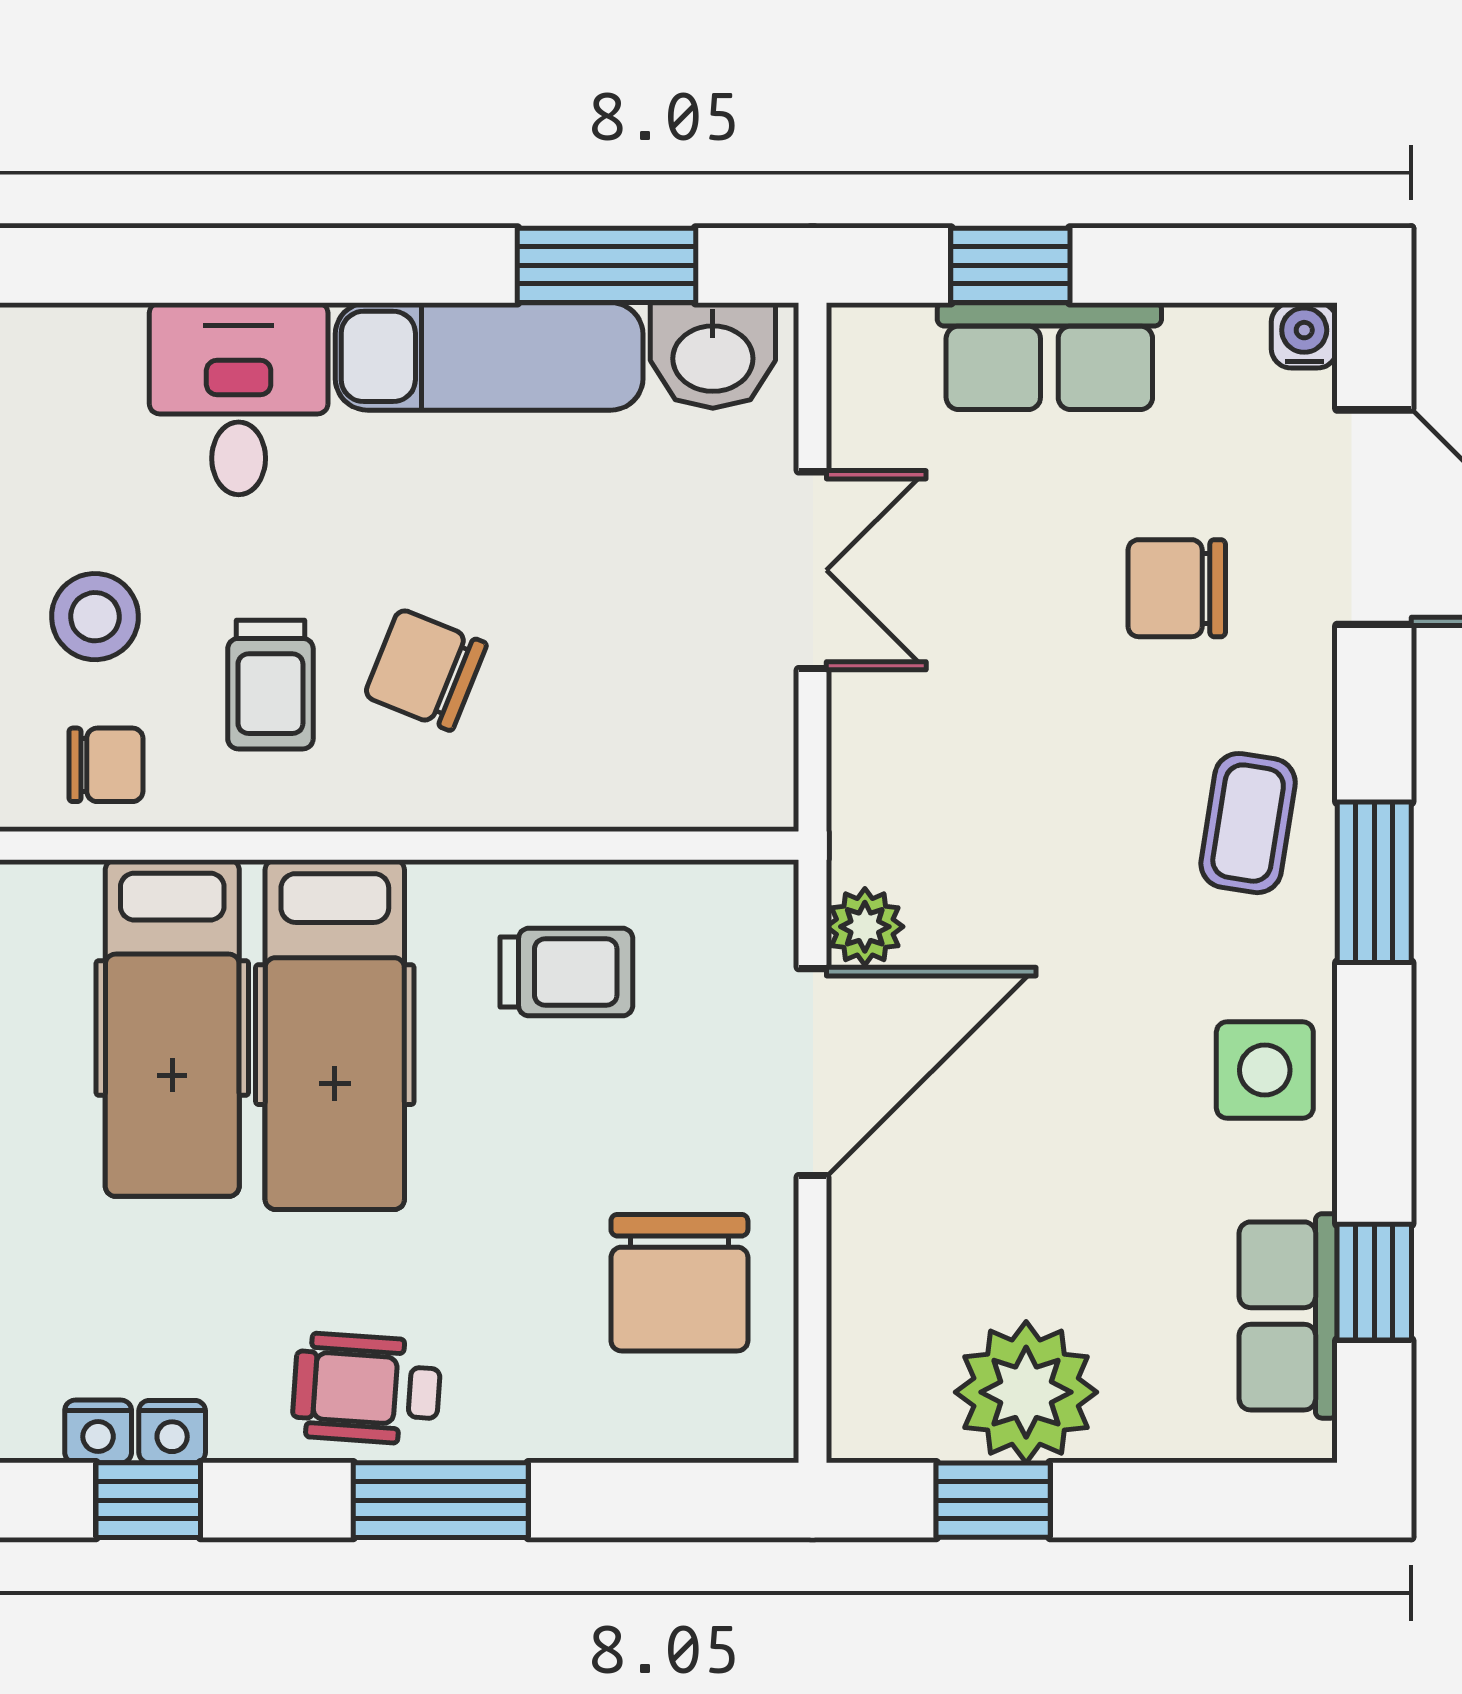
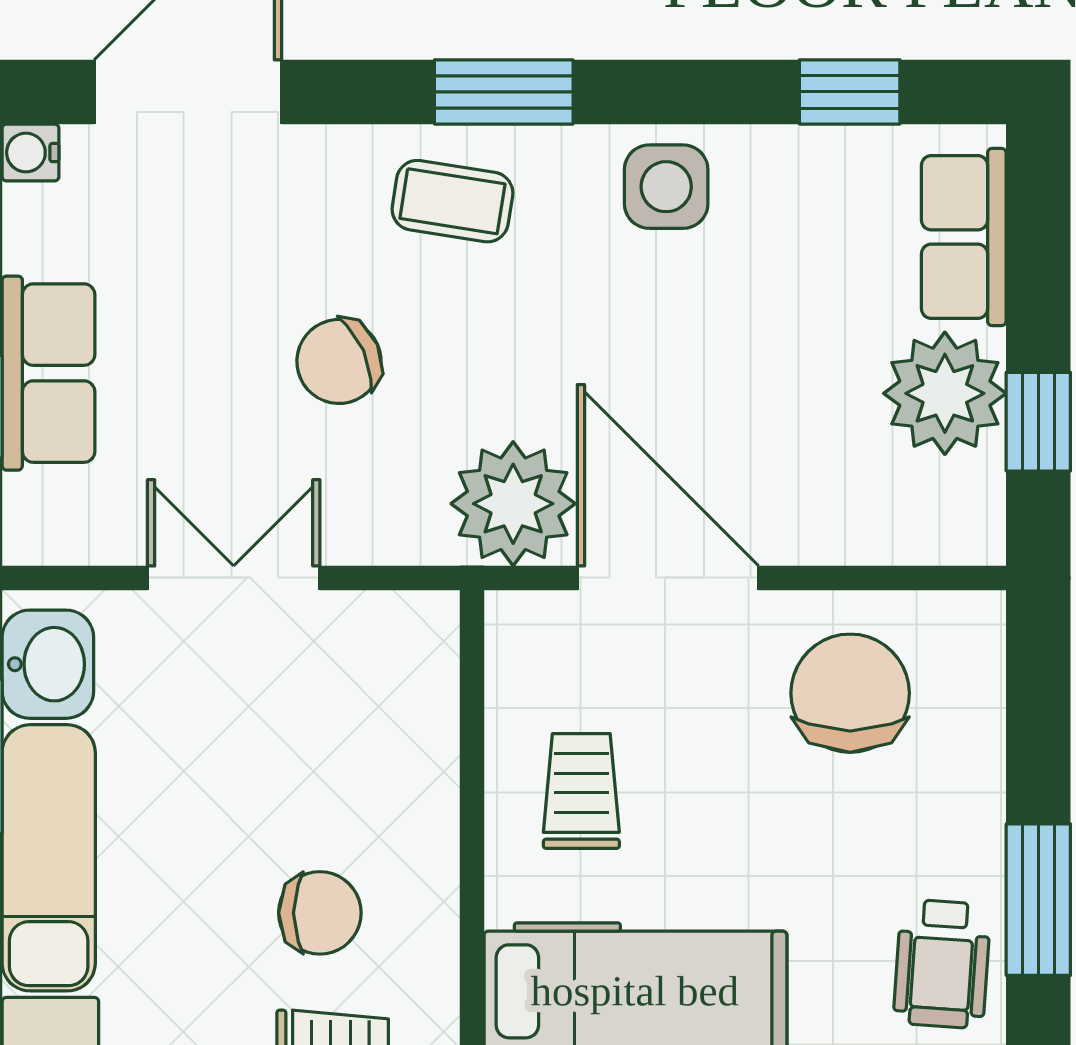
chair: (1177, 588) -> (339, 361), moved, turned 66
chair: (425, 670) -> (320, 913), turned -112
plant: (865, 927) -> (513, 504), width x1.87, depth x1.87
chair: (679, 1283) -> (850, 693), turned -90
row of seats: (1288, 1316) -> (964, 237), moved, turned 90

